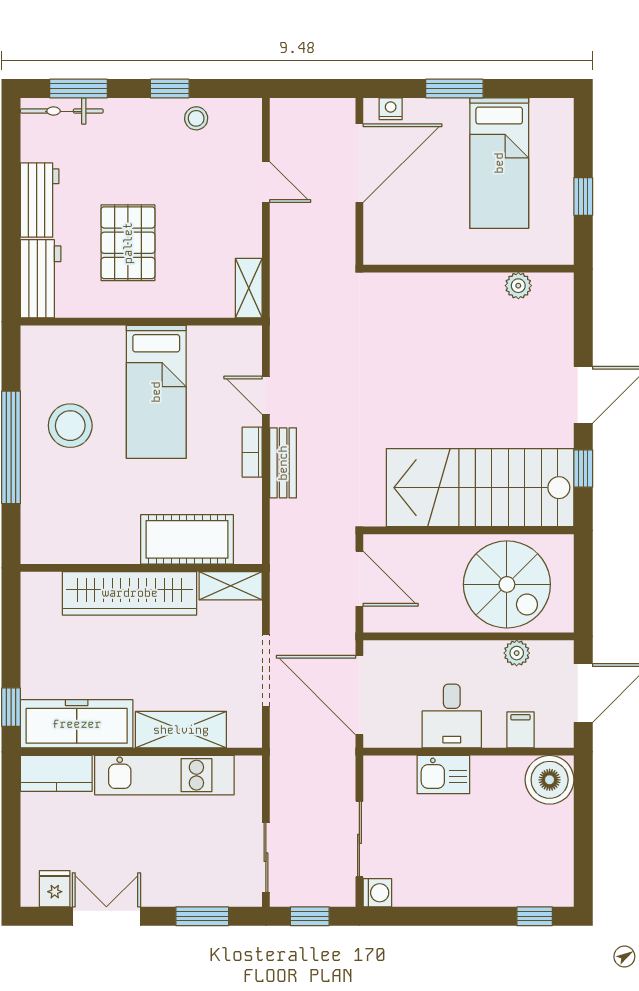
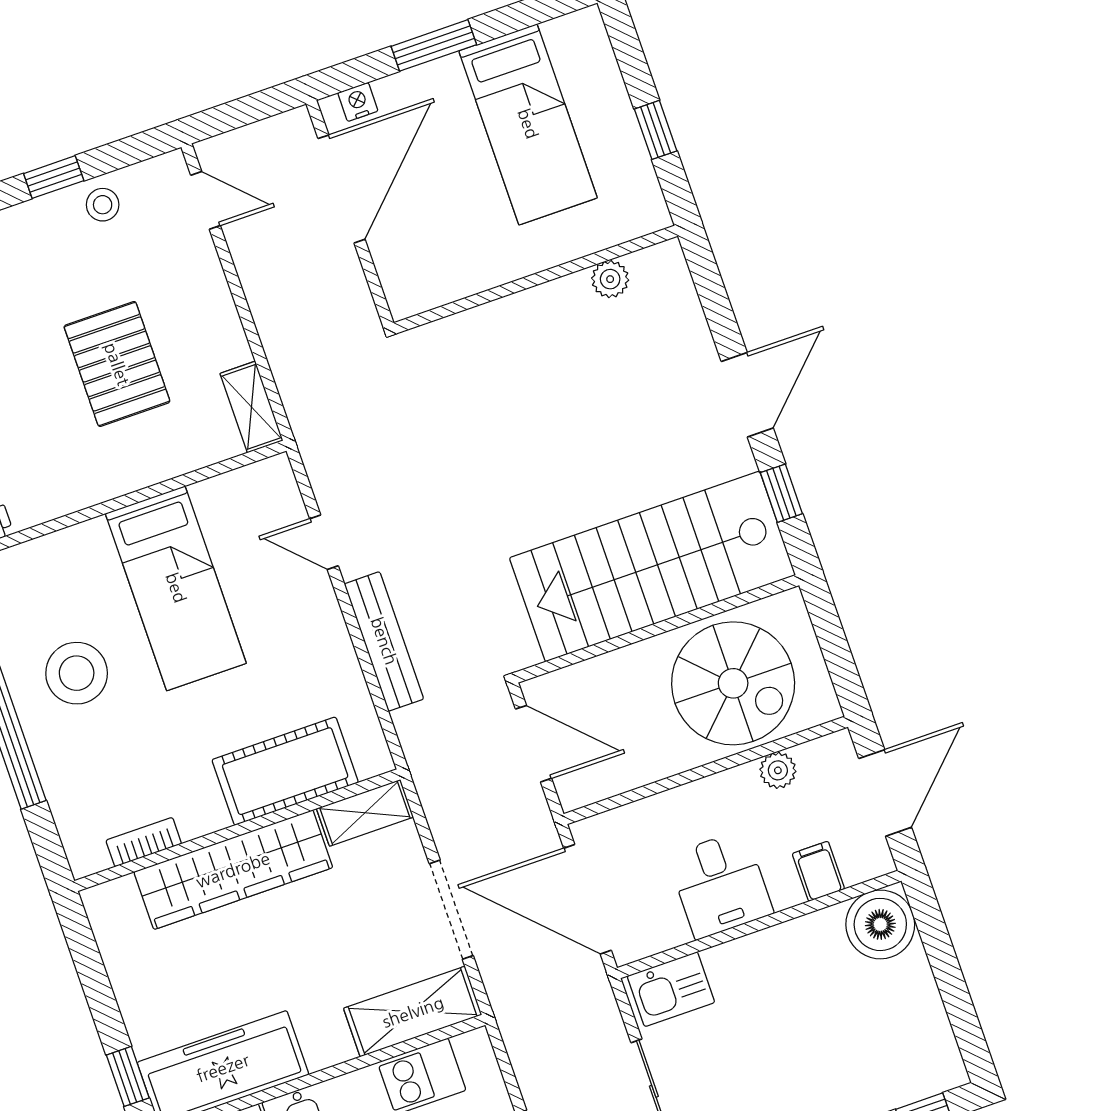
door: (266, 182) -> (206, 200), moved
pallet: (128, 243) -> (117, 364), moved
bookcase: (252, 452) -> (144, 842), moved, turned 90
bench: (283, 463) -> (384, 641), width x1.36
shelving: (181, 730) -> (413, 1012), moved
kitchen sink: (443, 775) -> (671, 989), moved

